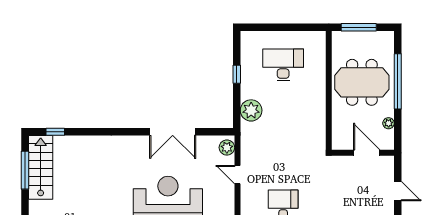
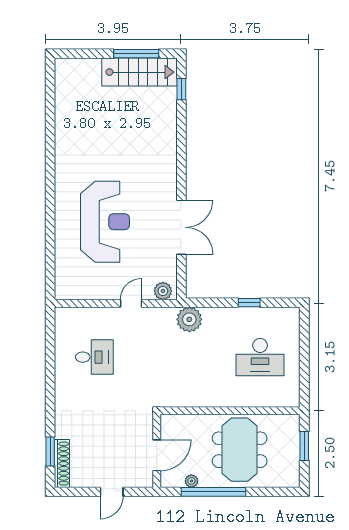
window: (359, 27) -> (304, 446), width x0.69
desk: (283, 65) -> (260, 357), turned 90
window: (398, 81) -> (213, 492), moved
plant: (251, 110) -> (189, 319), moved
double door: (173, 132) -> (181, 227), swing flipped

